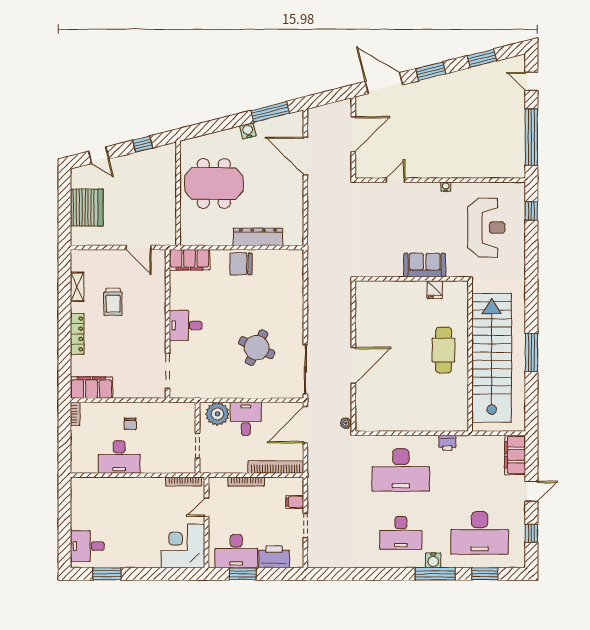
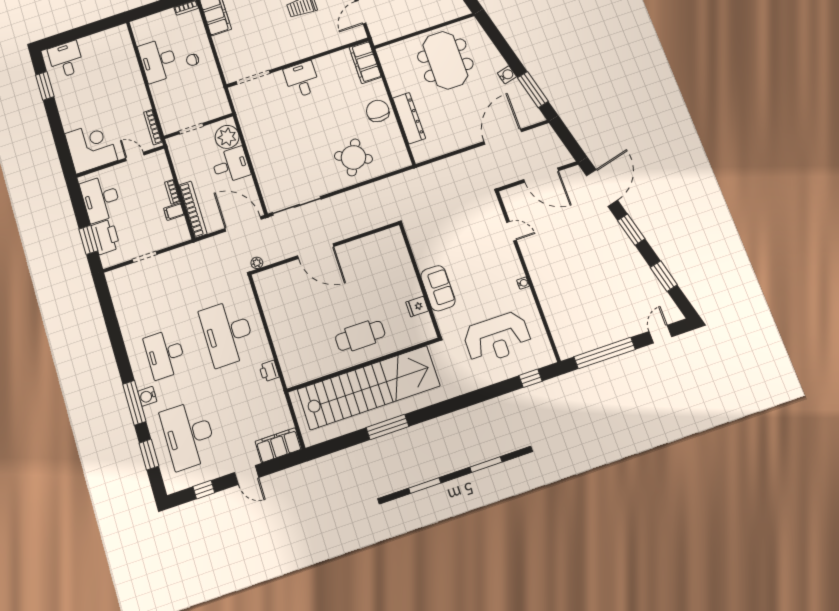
round table: (257, 348) -> (353, 157), moved
bookcase: (246, 482) -> (172, 192), width x0.64
filing cabinet: (295, 502) -> (174, 212), moved, turned -90
window: (243, 574) -> (88, 240), moved

